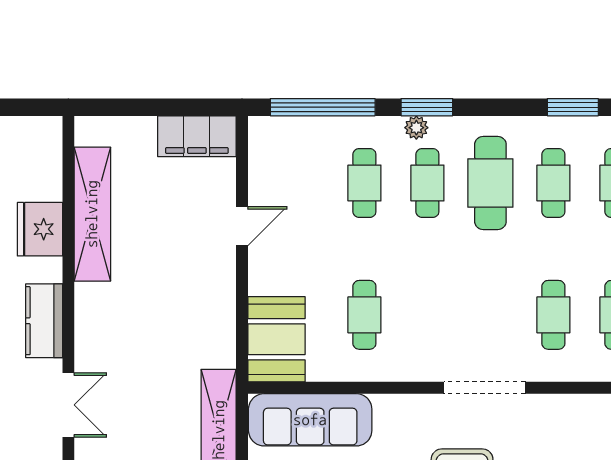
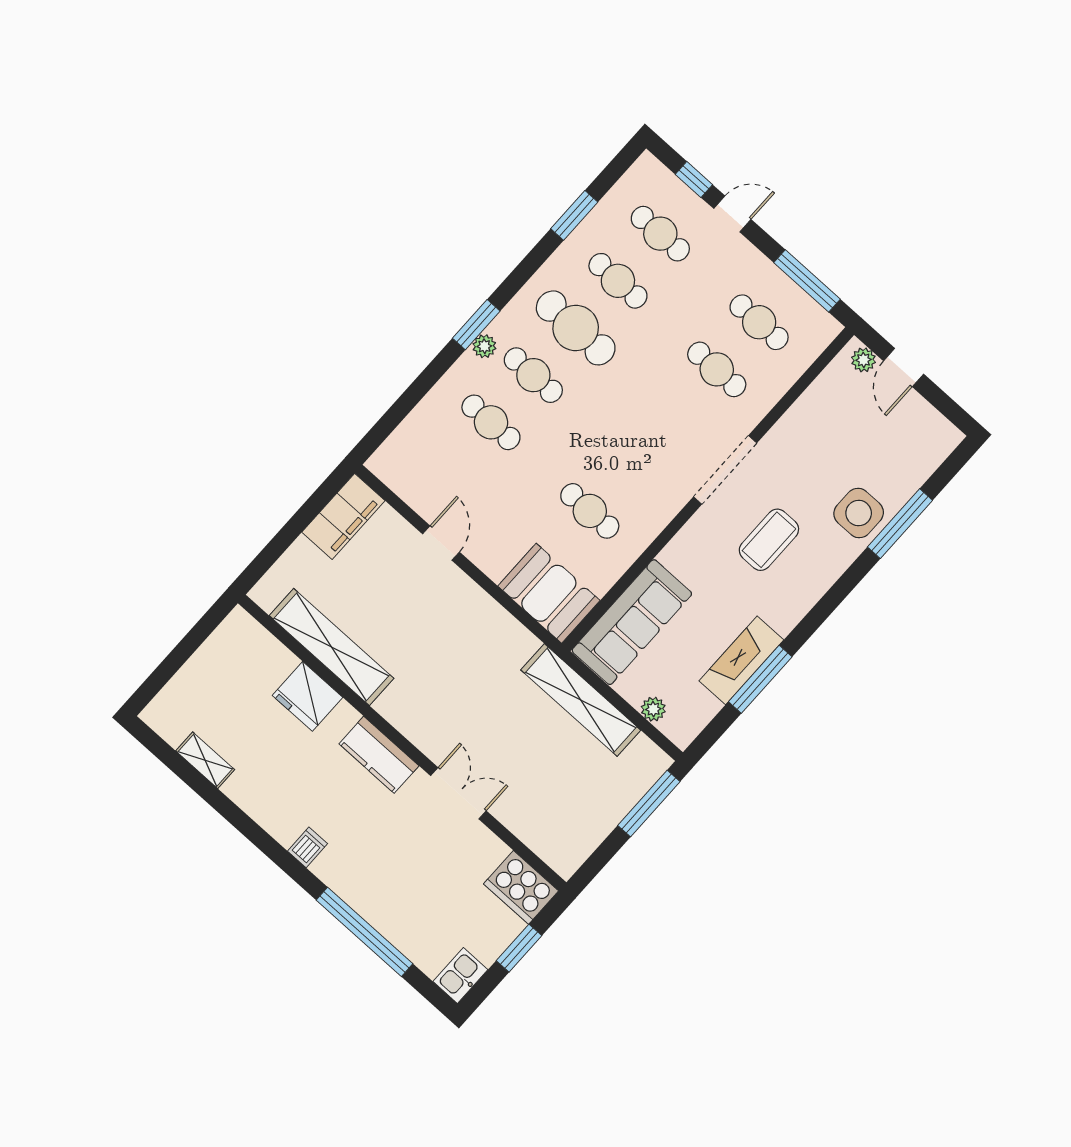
window: (323, 107) -> (406, 403), removed

